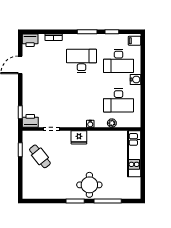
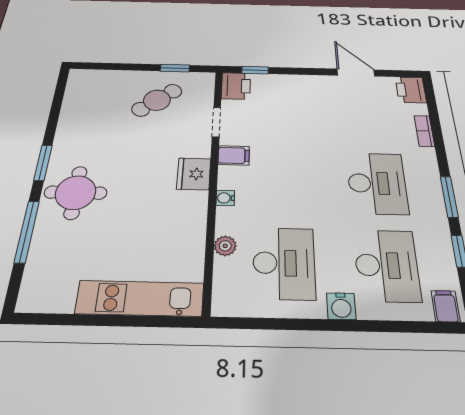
desk: (119, 61) -> (387, 265), turned 180
desk: (119, 100) -> (284, 263), turned 180
filing cabinet: (69, 121) -> (234, 155), added

